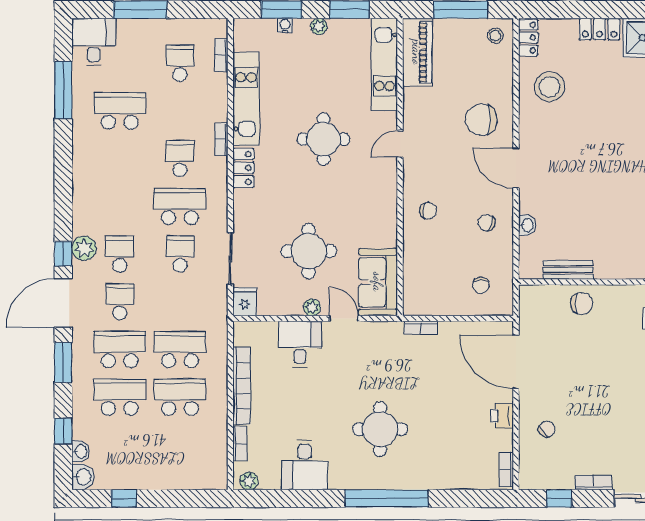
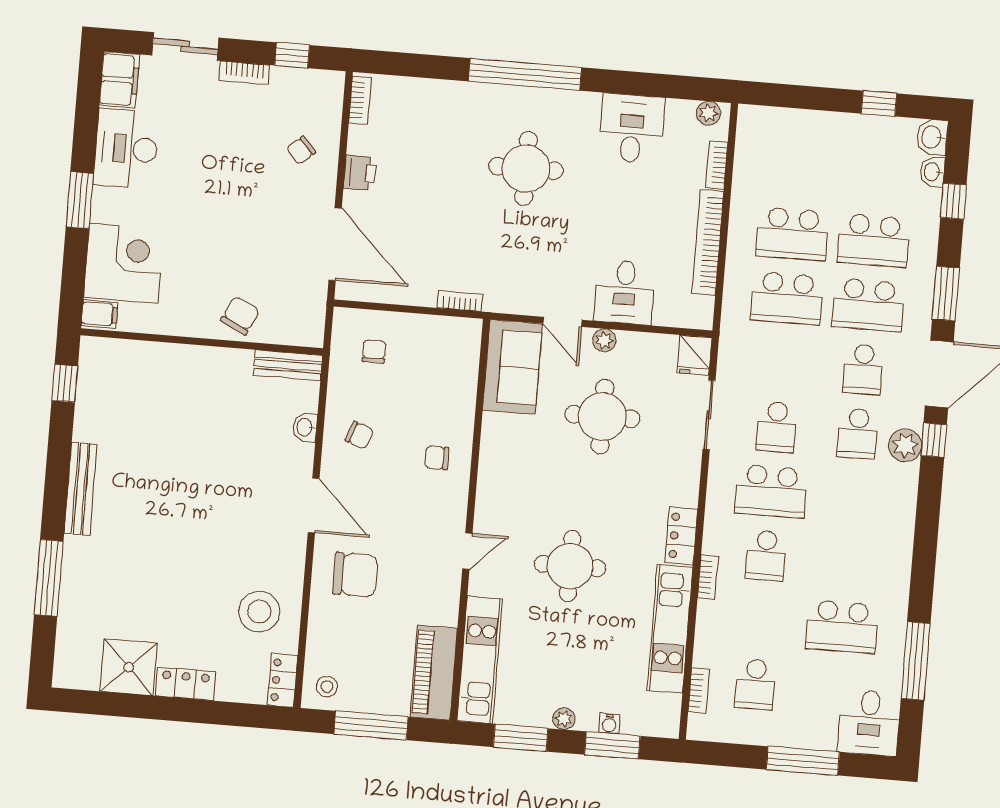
bench: (568, 270) -> (288, 365), moved
chair: (582, 304) -> (240, 316), turned 116

